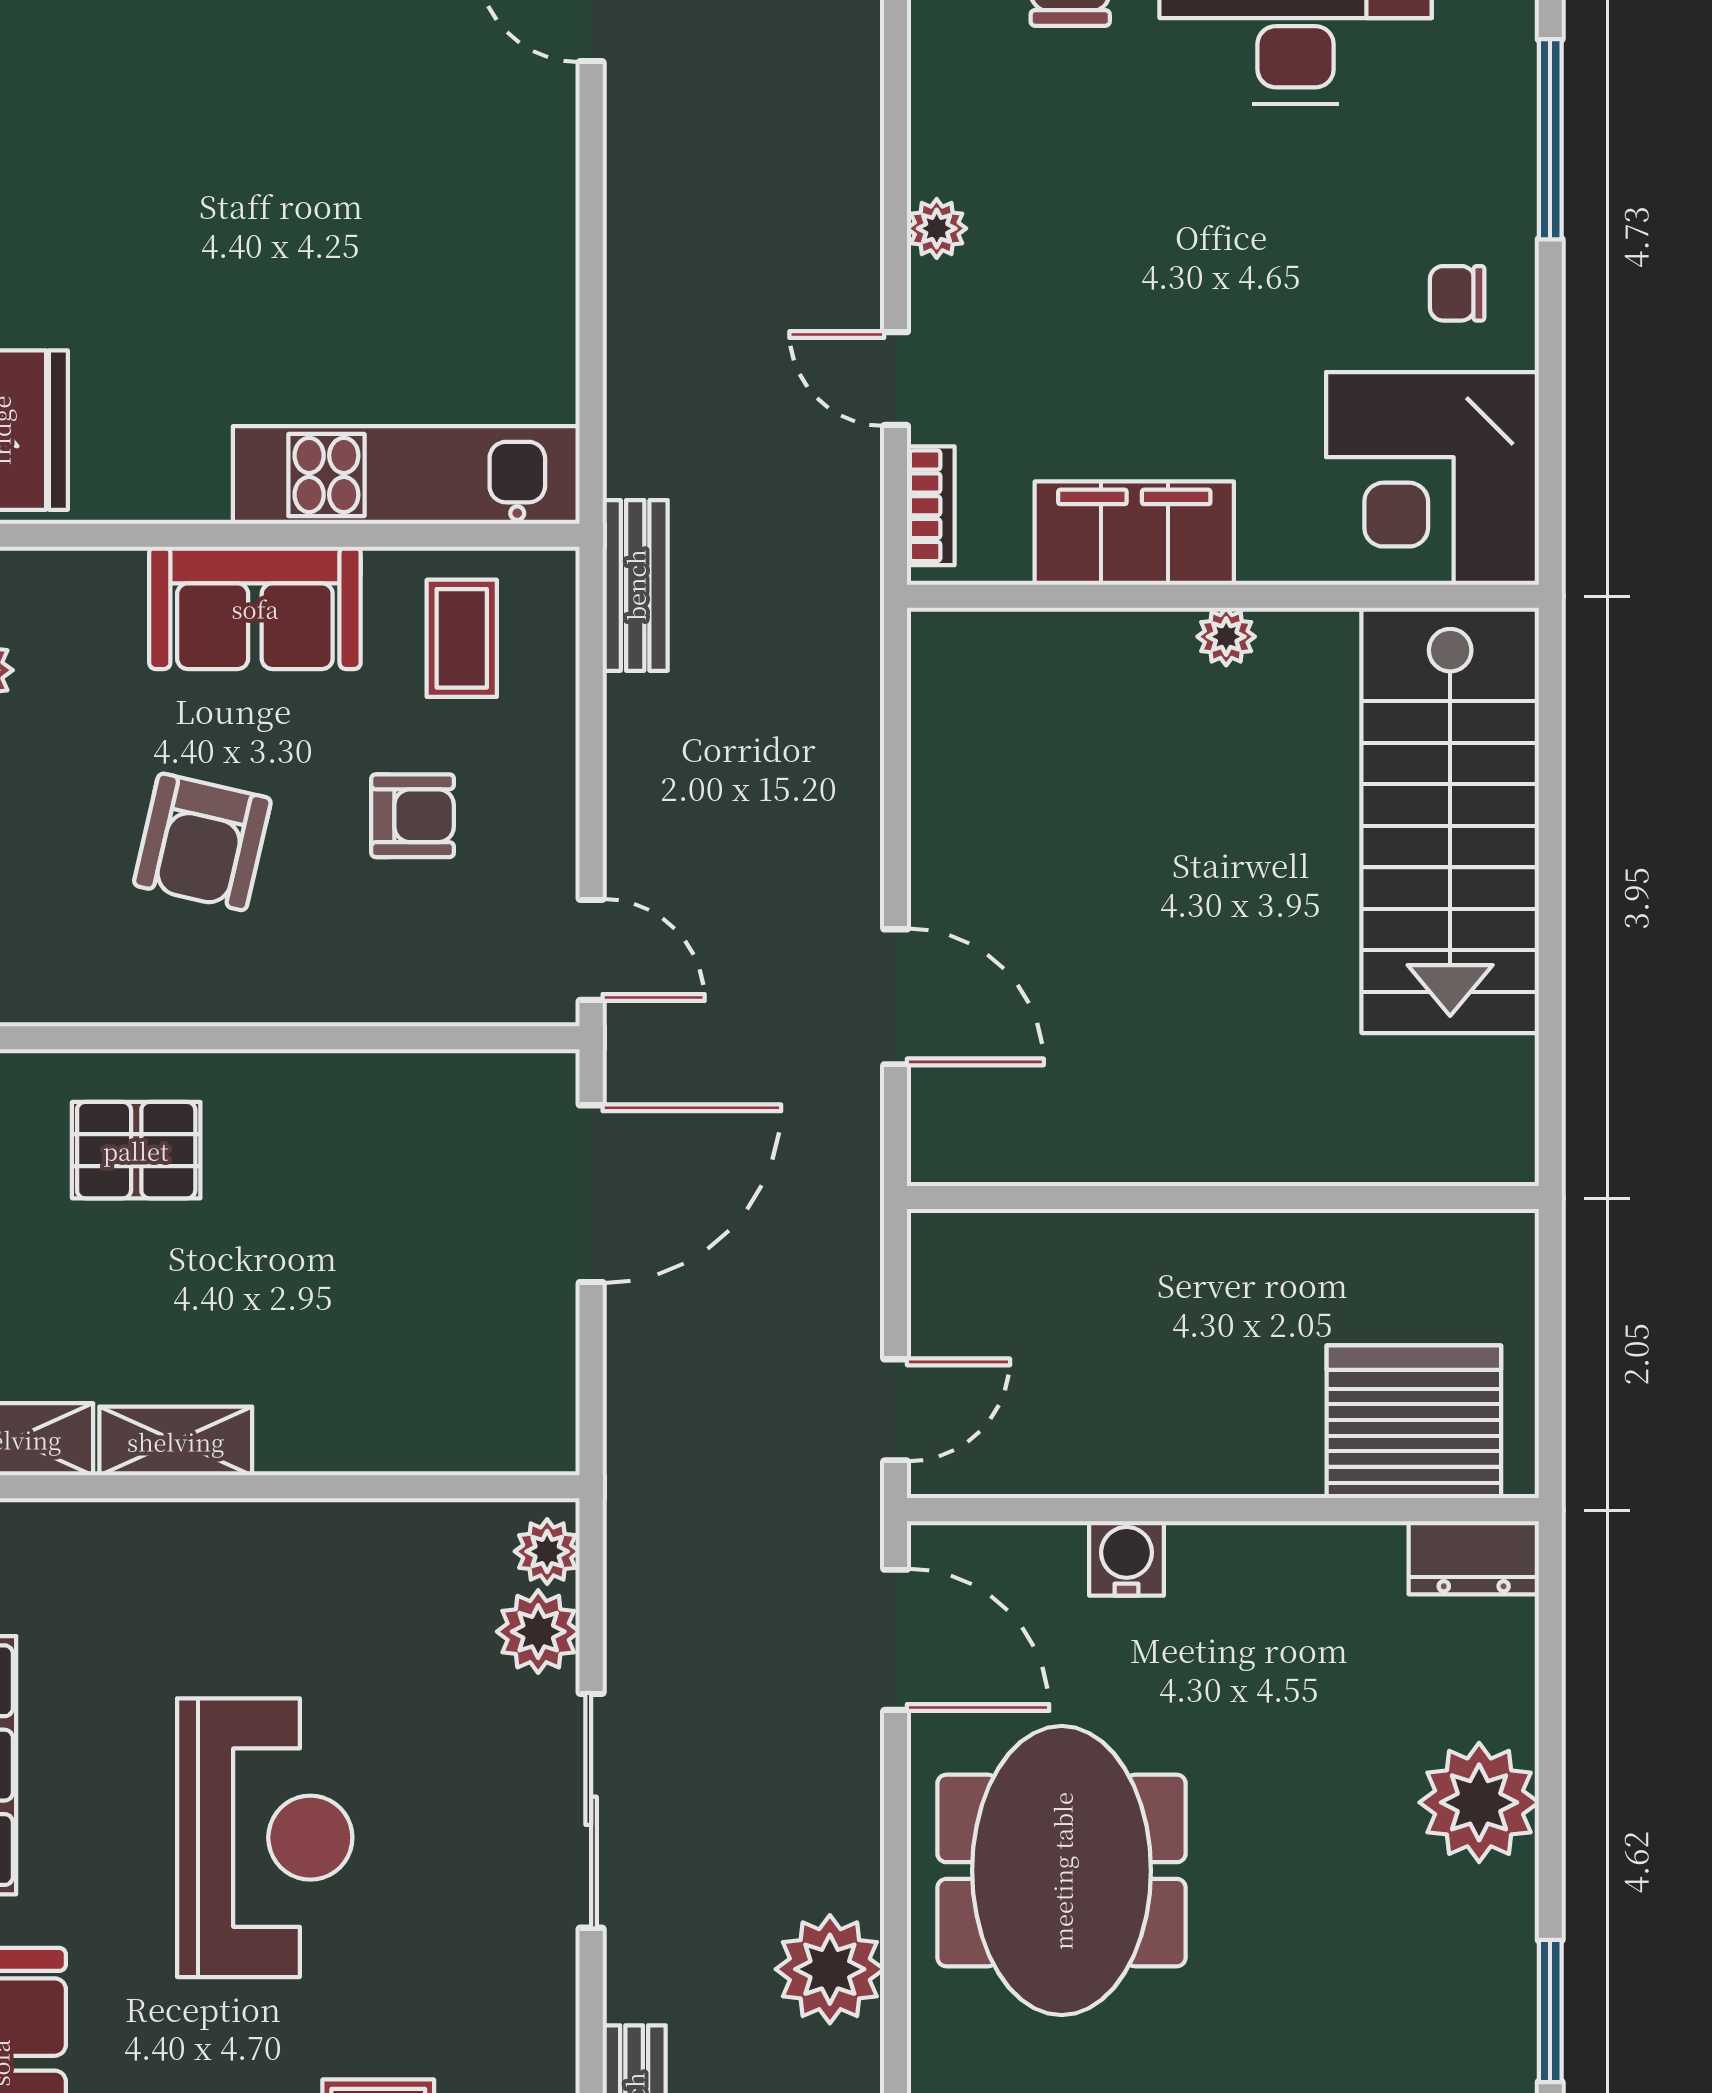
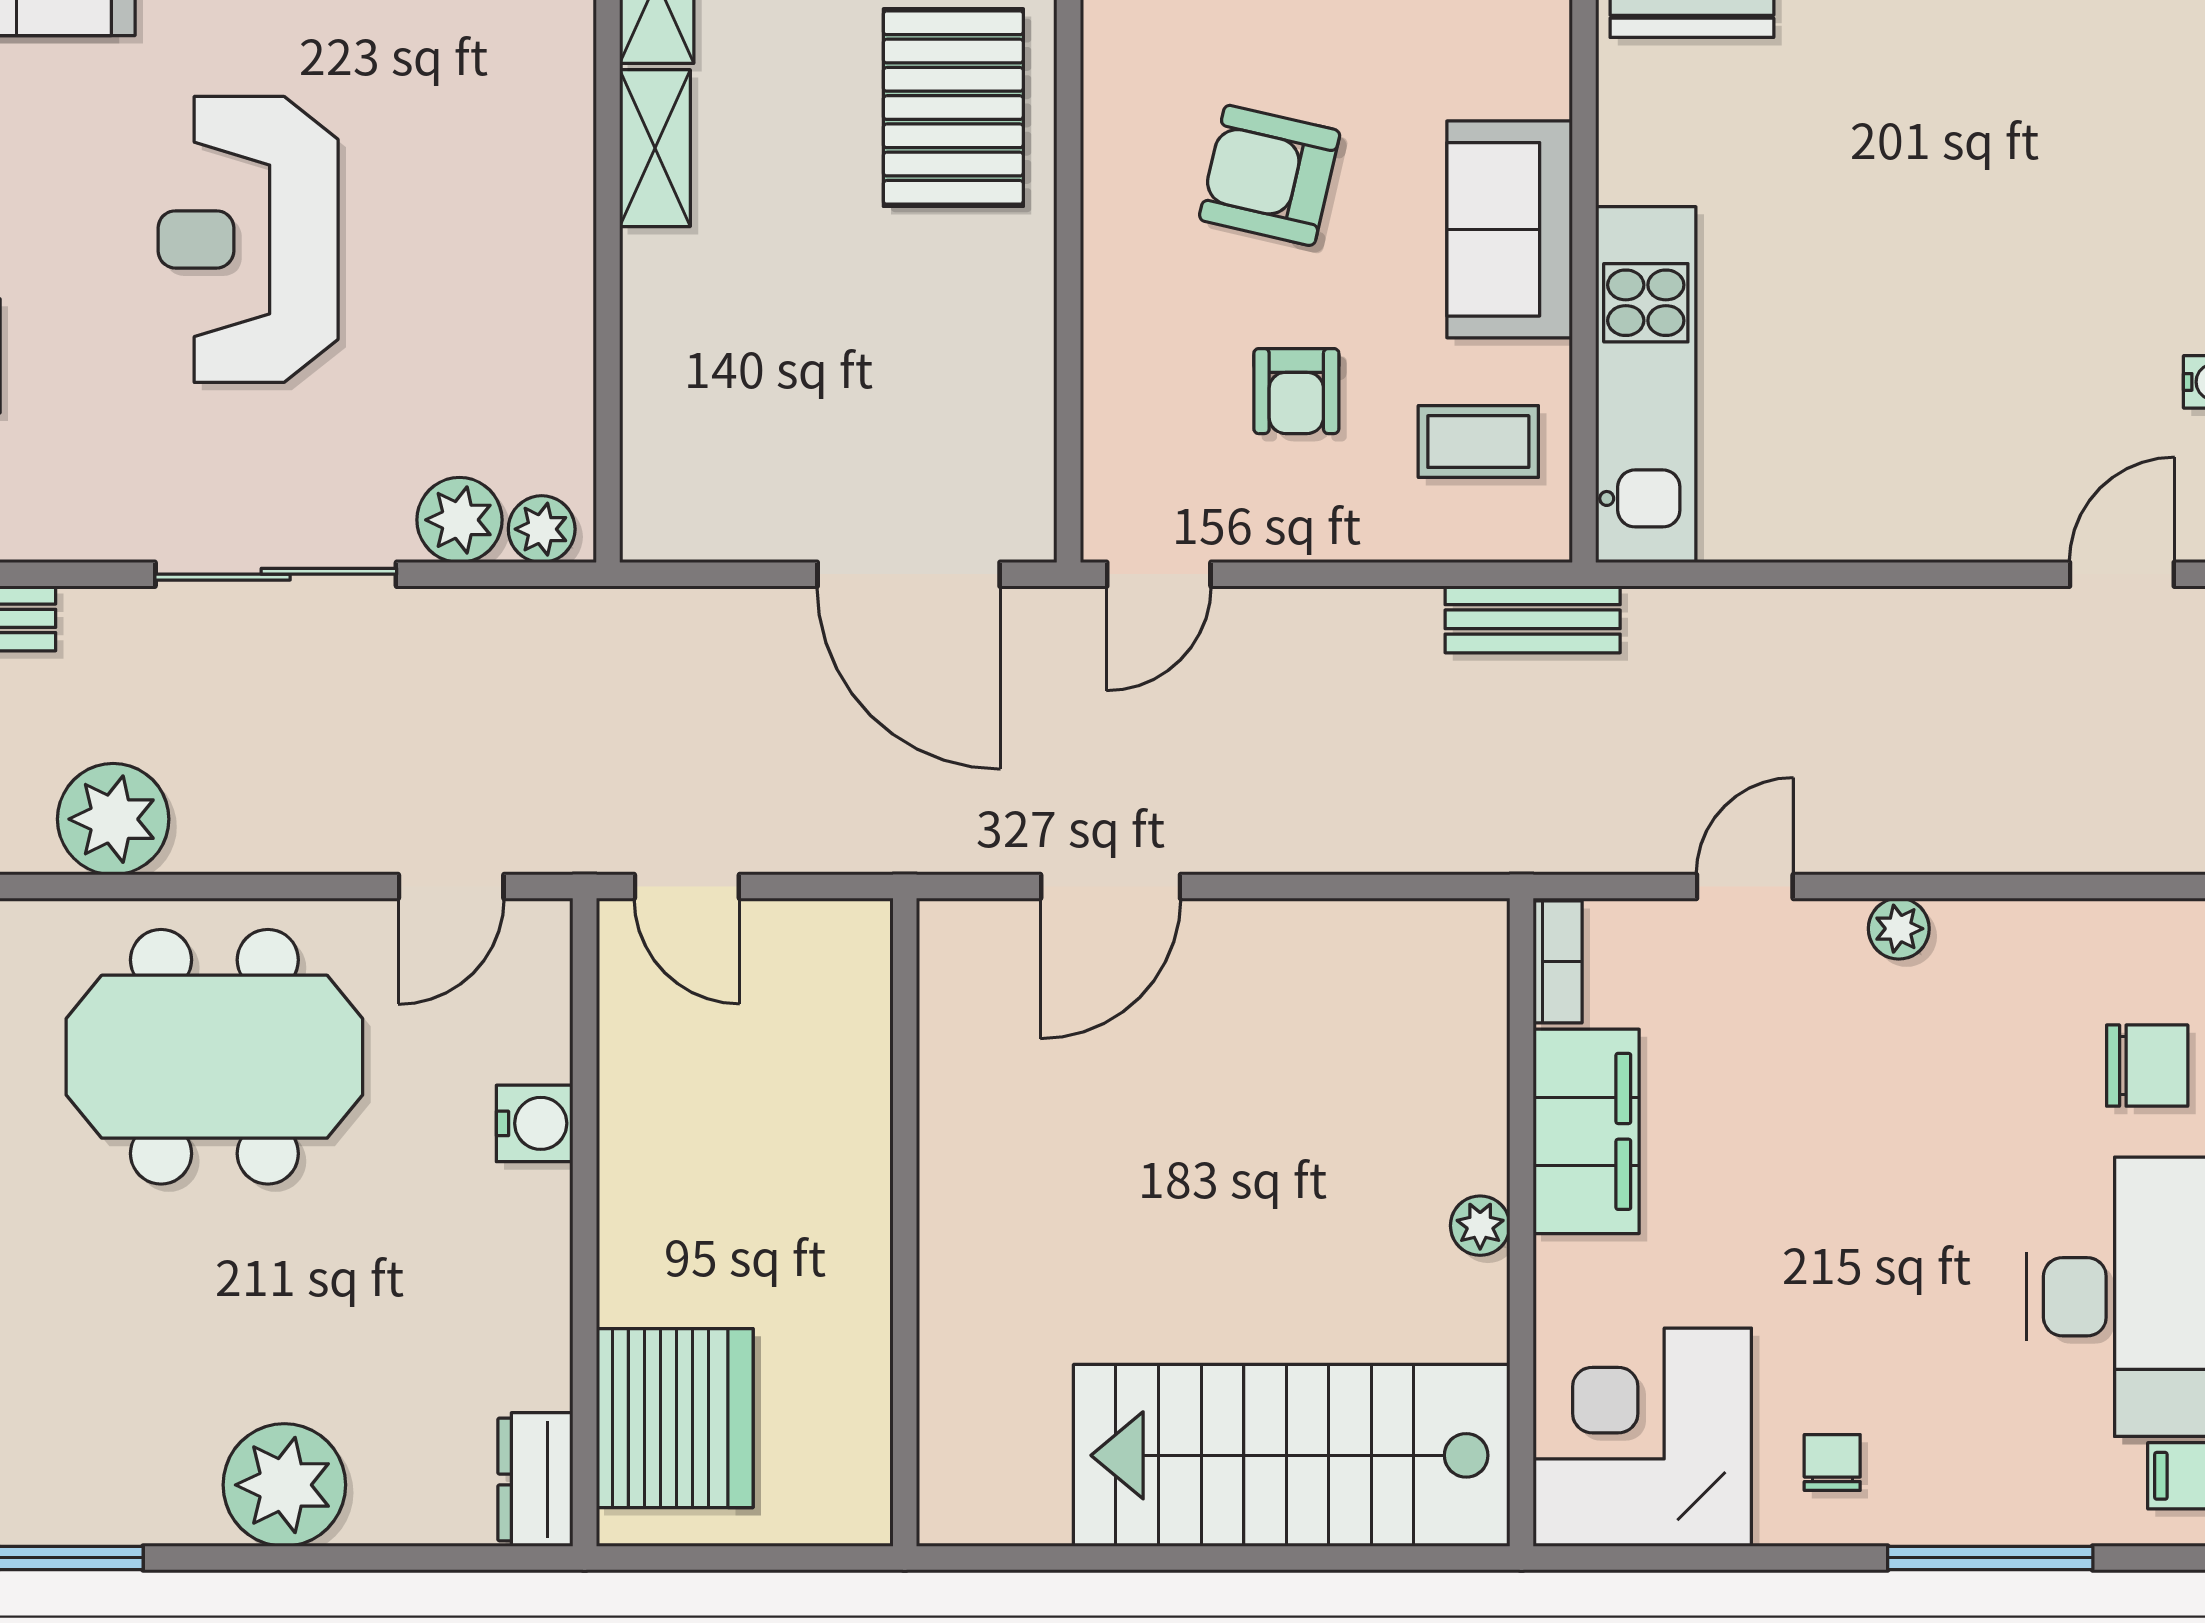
bookcase: (931, 506) -> (1558, 962), moved, turned -90
pallet: (136, 1150) -> (953, 108), width x1.50, depth x1.42
door: (896, 1640) -> (451, 887), width x0.73
reception desk: (265, 1838) -> (248, 239), turned 90

